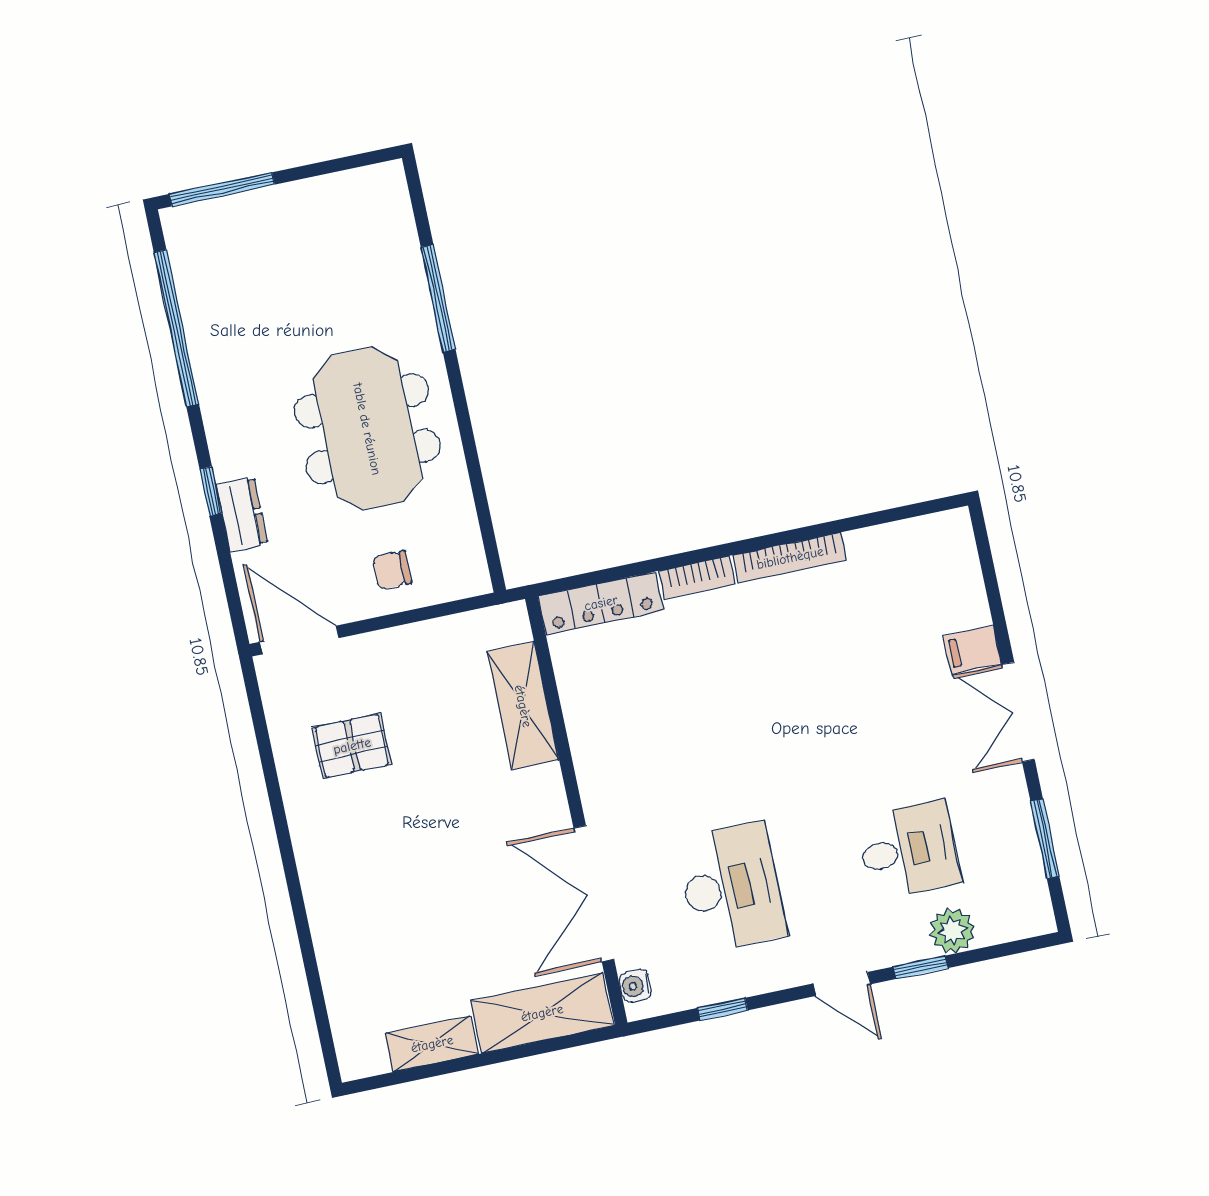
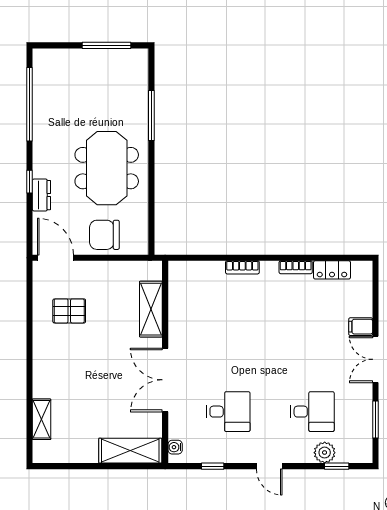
window: (222, 189) -> (106, 45), moved
bookcase: (790, 558) -> (296, 267), width x0.64
chair: (392, 570) -> (104, 235), width x1.87, depth x1.87
locker: (601, 603) -> (332, 270), moved, width x0.66
desk: (731, 887) -> (228, 412), width x0.73
double door: (594, 894) -> (165, 380), moved
window: (921, 967) -> (337, 466), moved
shelving: (432, 1044) -> (42, 419), moved, turned 90

